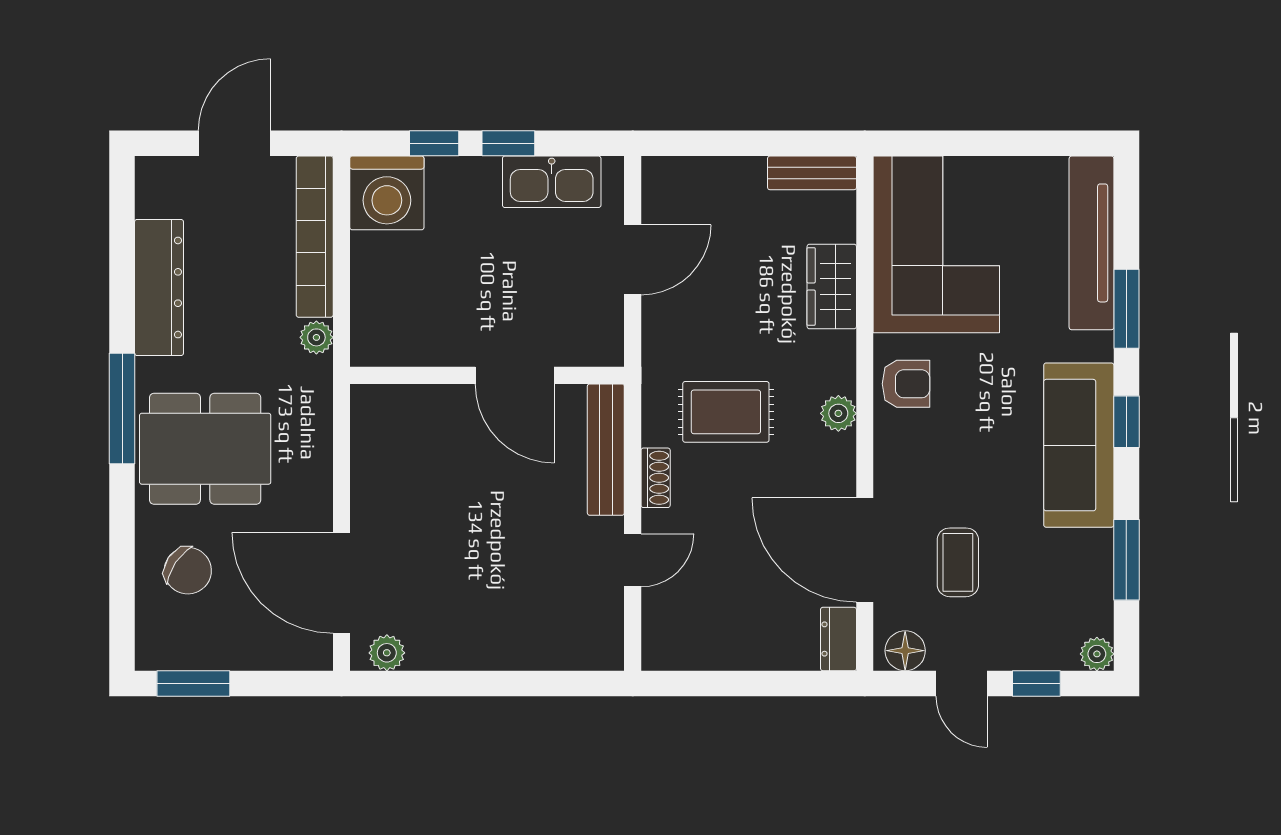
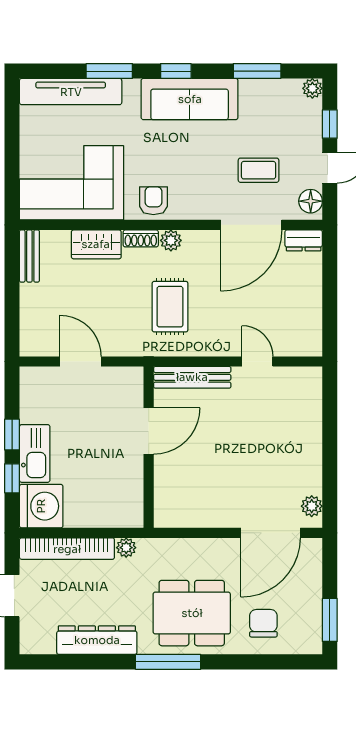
kitchen sink: (552, 182) -> (35, 453), moved
dining table: (205, 449) -> (192, 613), turned 90
shoe rack: (656, 478) -> (141, 238), moved, turned 180
chair: (188, 571) -> (263, 623), turned -34

